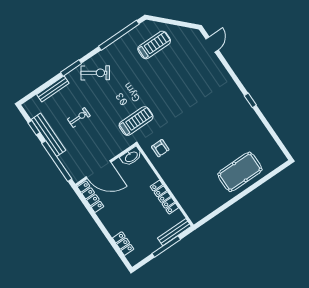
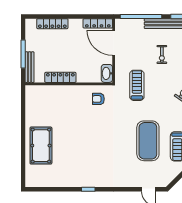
exercise mat: (168, 76) -> (148, 141), added
treadmill: (136, 121) -> (137, 85), moved, turned 180
door: (98, 170) -> (114, 43), hinge flipped
locker: (123, 244) -> (52, 24), width x1.53

